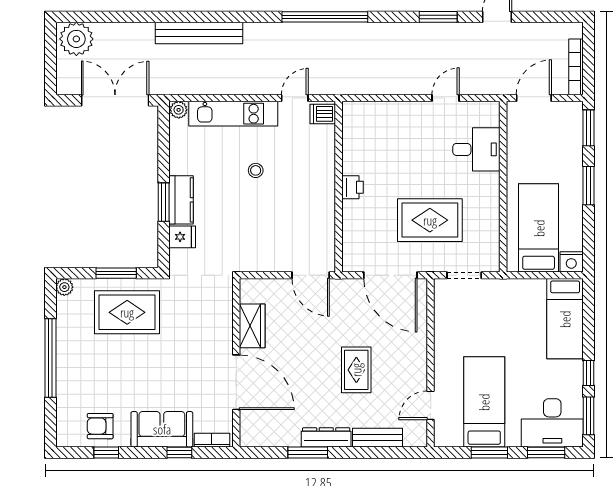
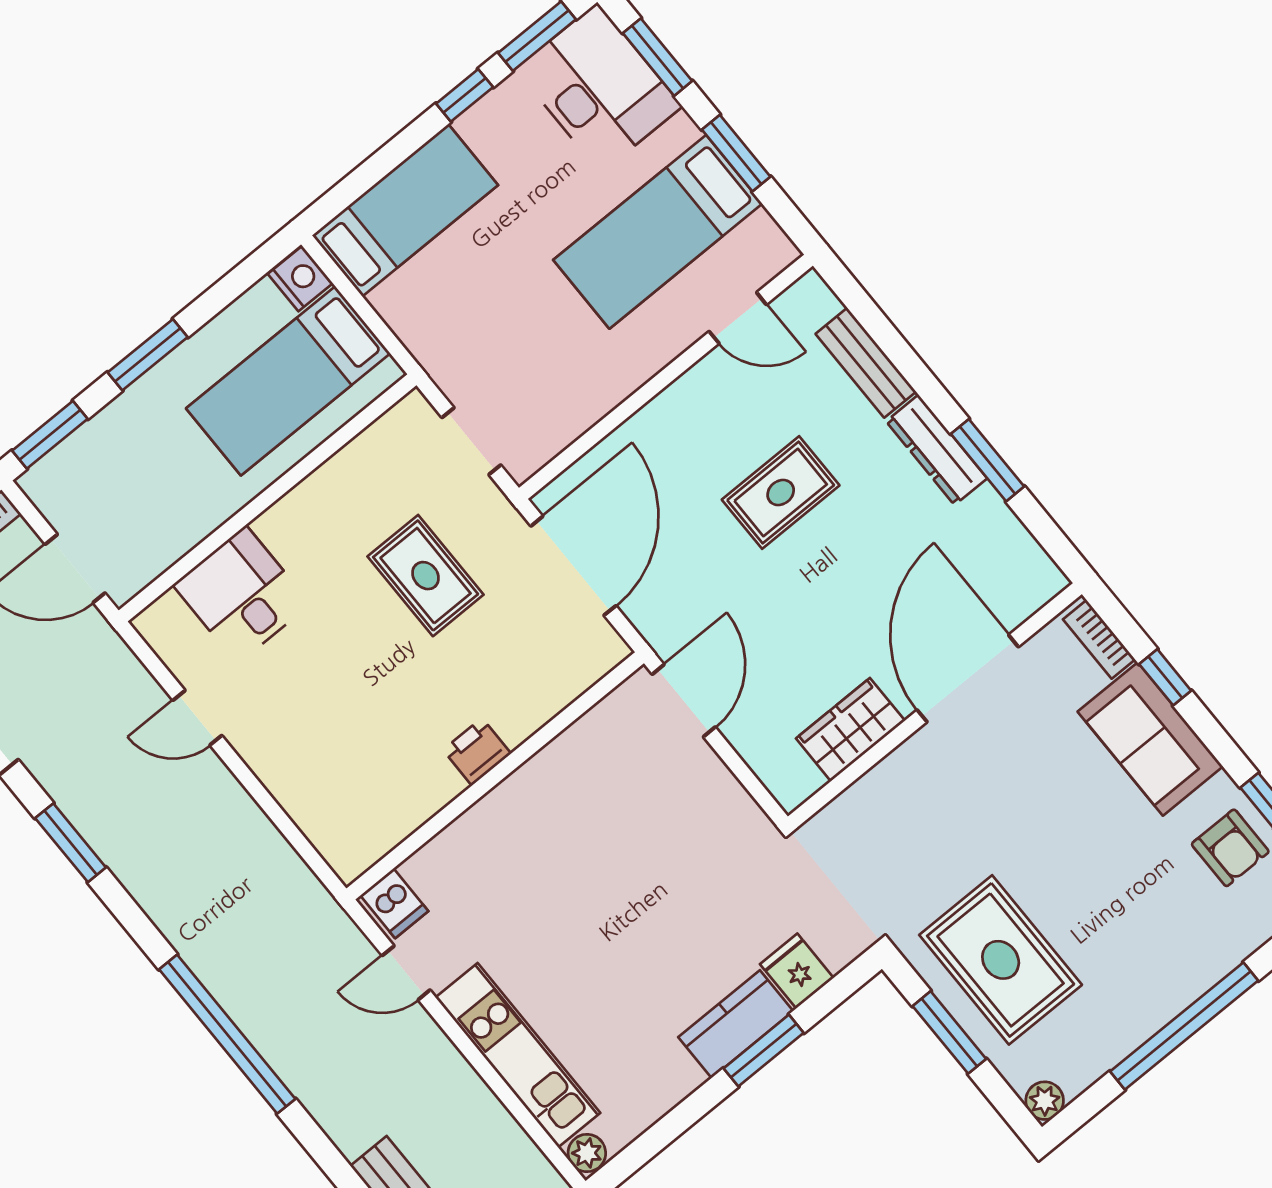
stool: (256, 170) -> (583, 939), removed
rug: (430, 220) -> (426, 576), width x0.73, depth x0.70

